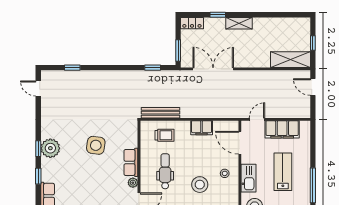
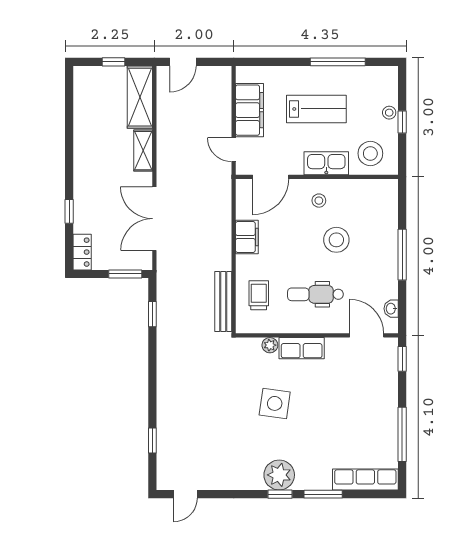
shelving: (239, 23) -> (143, 151), moved
lab bench: (283, 172) -> (316, 109), turned 180
window: (38, 176) -> (323, 494), width x1.50
plant: (133, 183) -> (270, 345), moved

